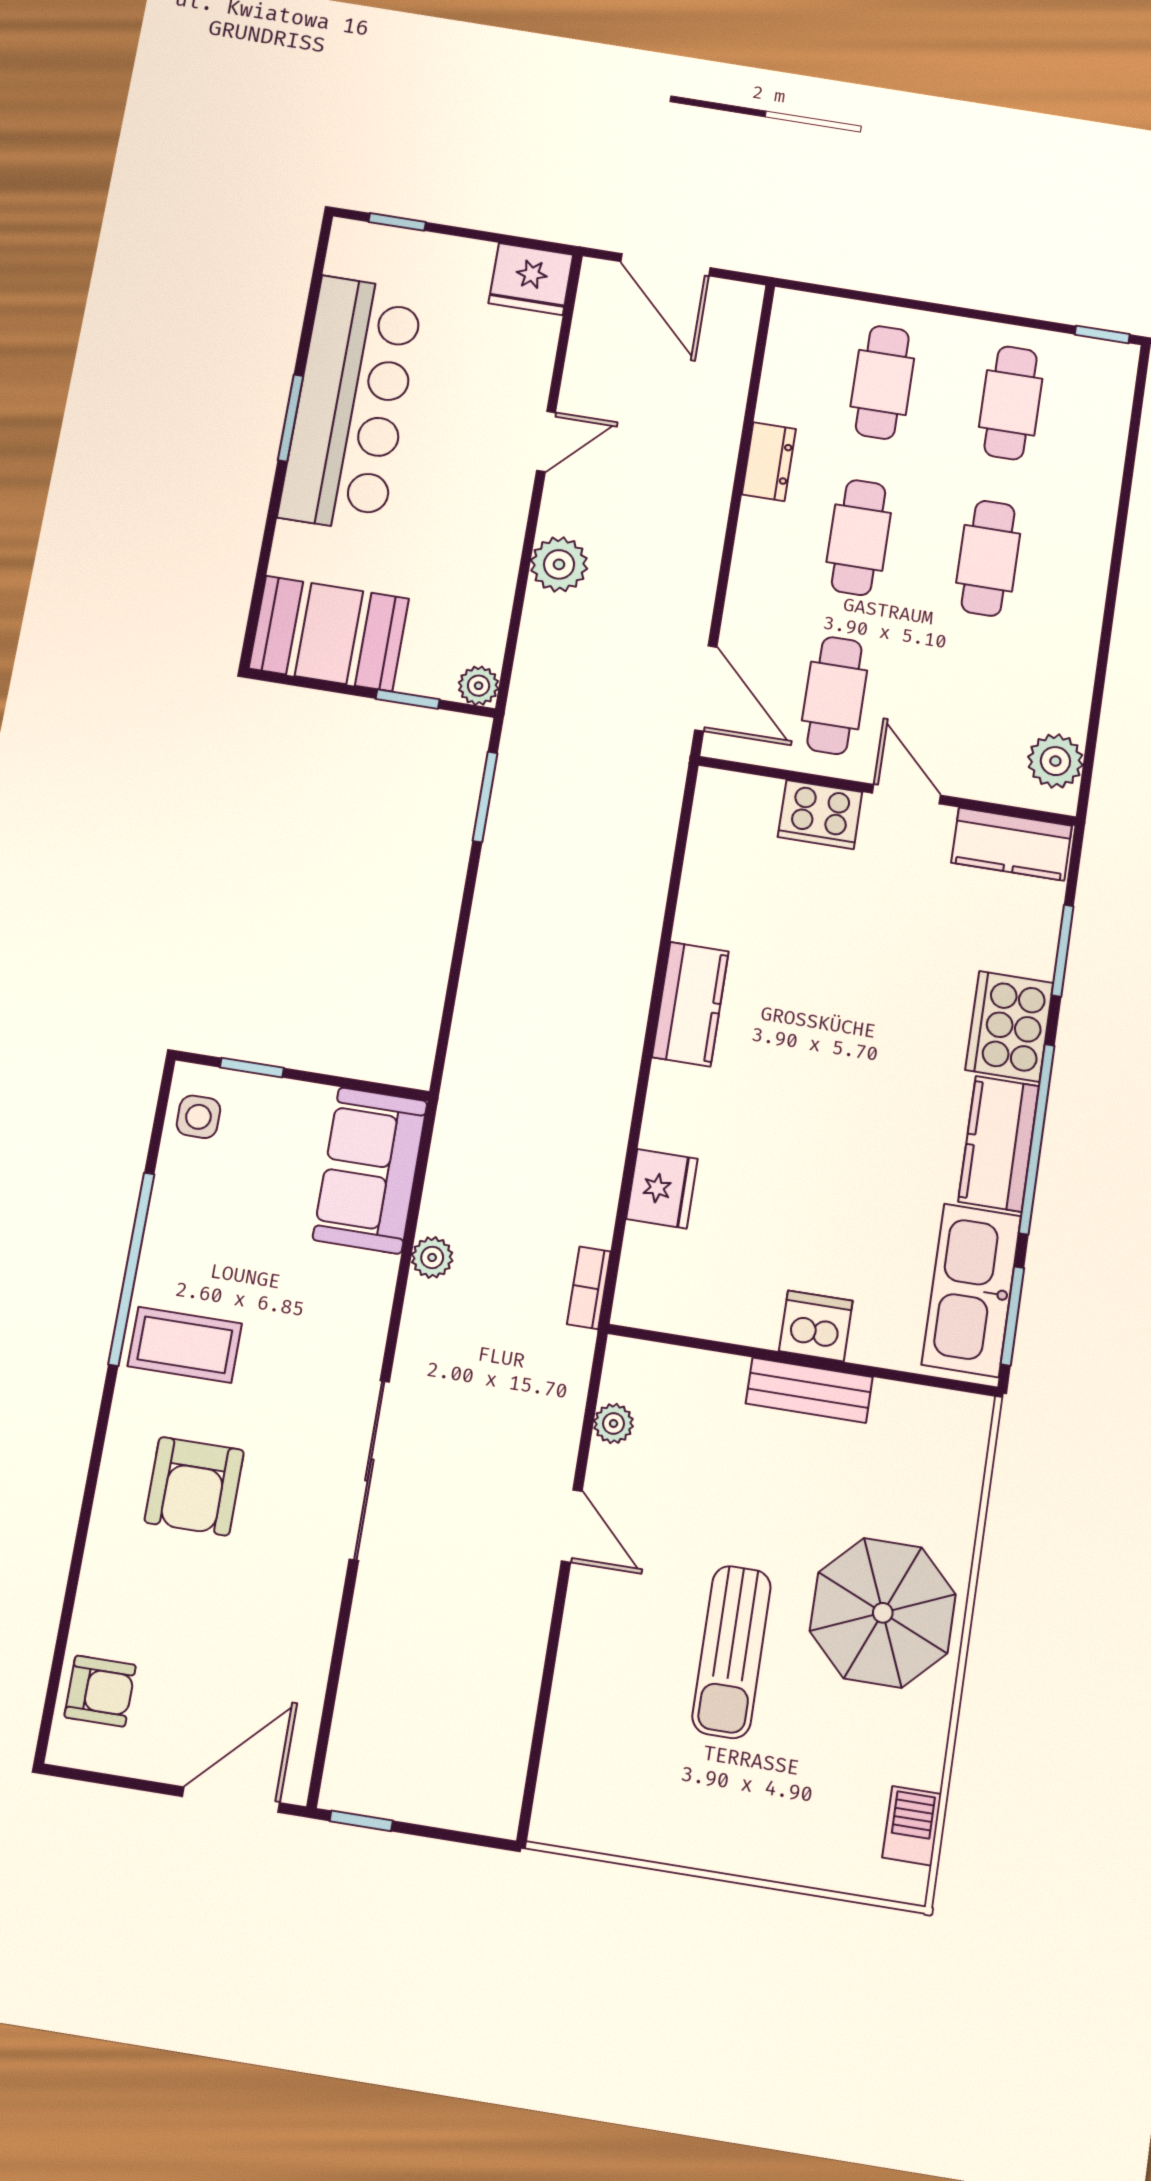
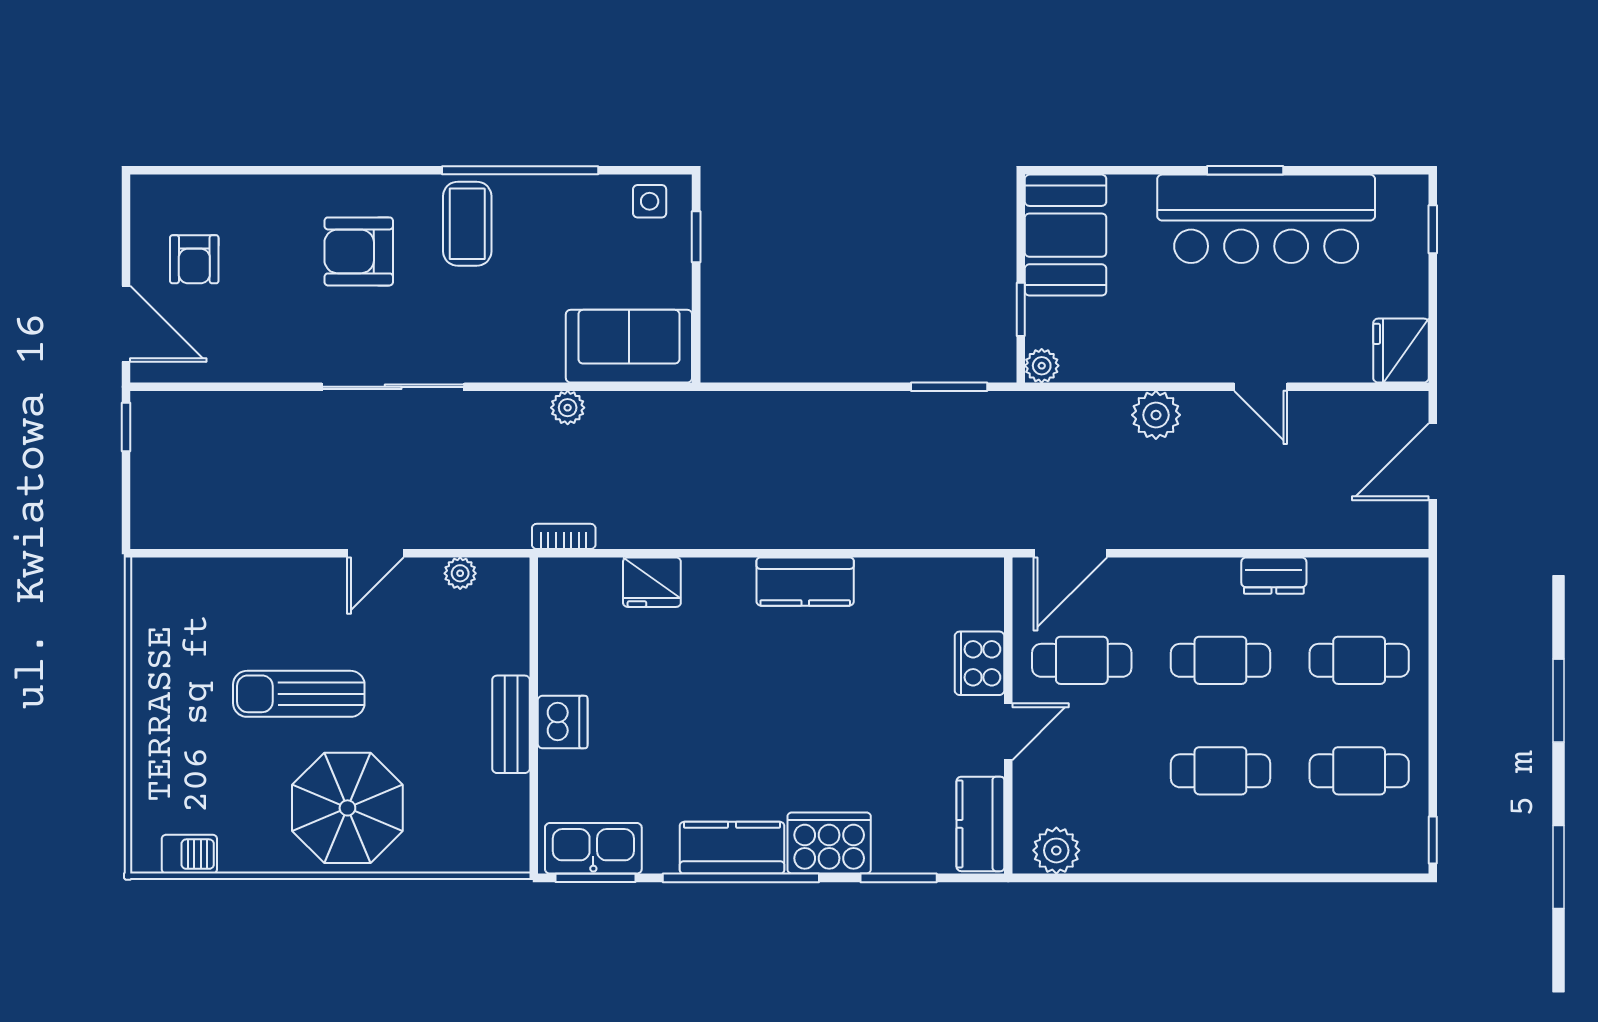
kitchen sink: (971, 1290) -> (593, 848), width x0.73, depth x0.81
armchair: (100, 1691) -> (194, 259), moved

